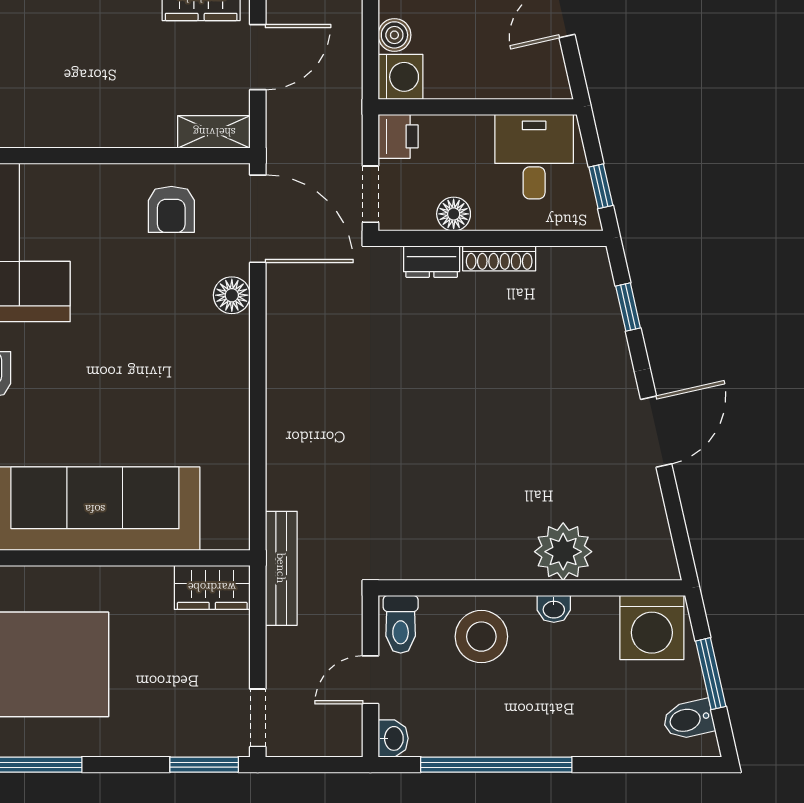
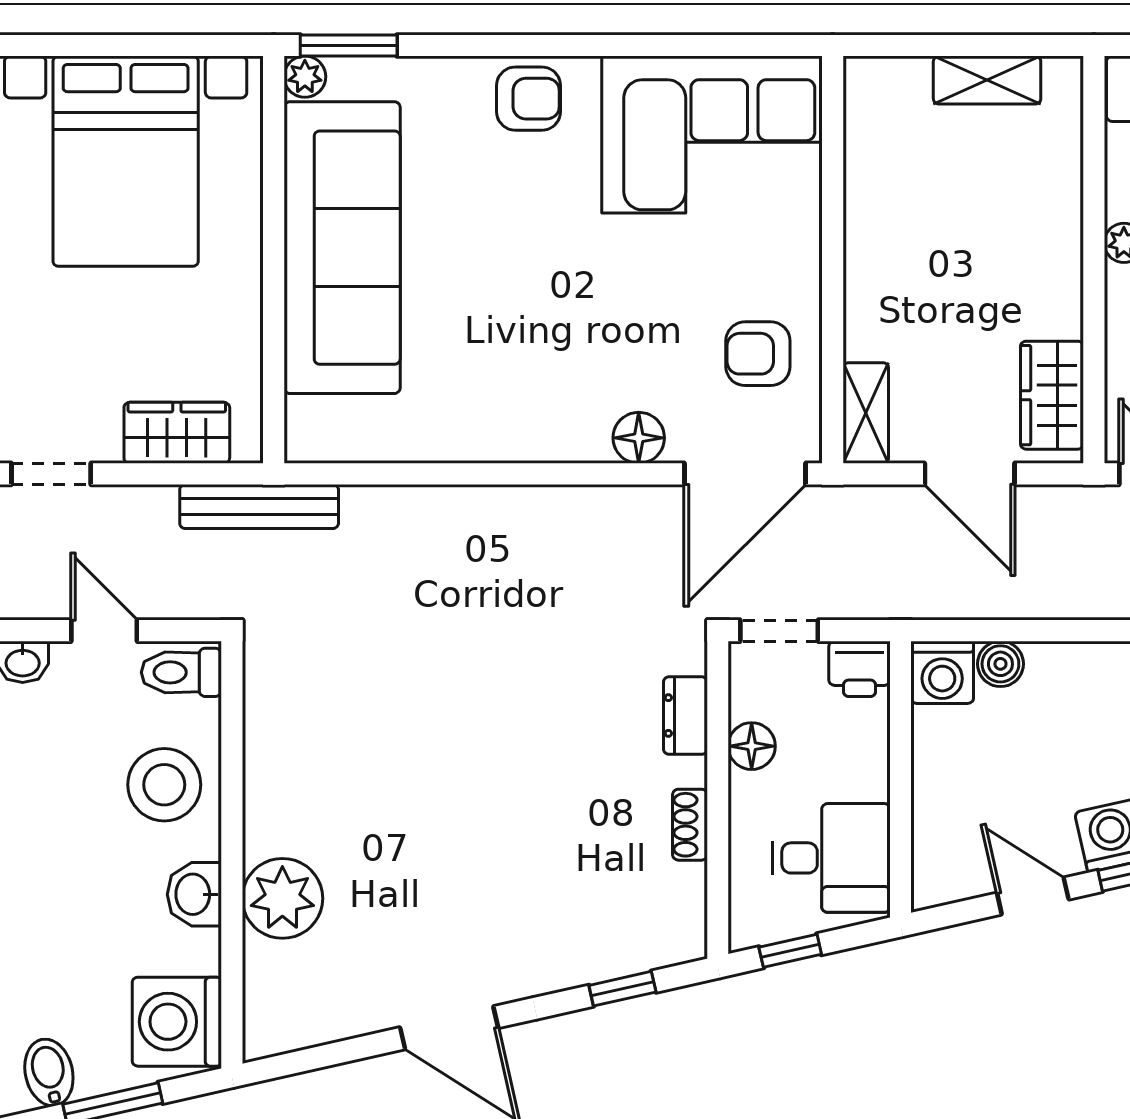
shoe rack: (499, 258) -> (690, 825), width x0.70
wardrobe: (212, 587) -> (177, 433), moved, turned 90
washbasin: (554, 609) -> (194, 894), width x1.38, depth x1.45

